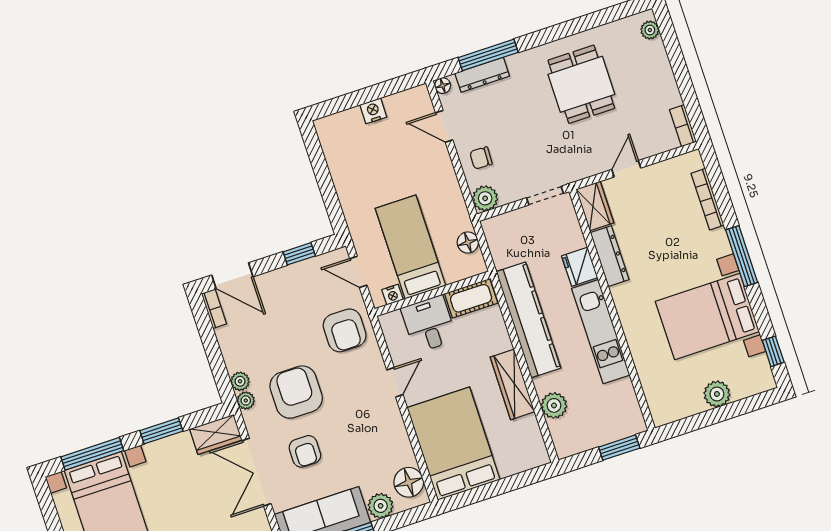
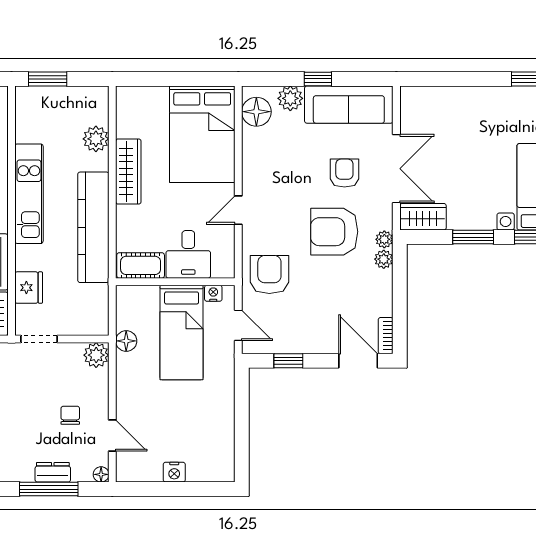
dresser: (482, 75) -> (53, 472), width x0.70
chair: (481, 158) -> (70, 415), moved, turned -92
floor lamp: (468, 242) -> (126, 341), moved
fridge: (580, 267) -> (29, 288), moved
armchair: (296, 392) -> (334, 232), turned 90

